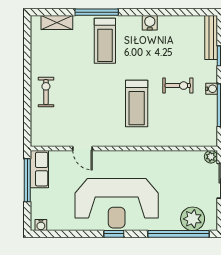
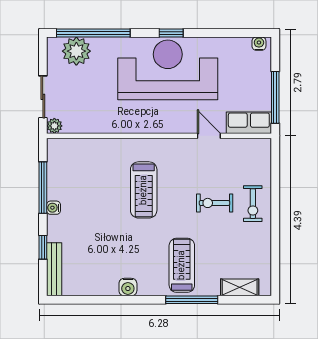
exercise bike: (178, 86) -> (215, 203), moved
treadmill: (137, 103) -> (144, 190), turned 180
row of seats: (39, 169) -> (249, 123), moved, turned 90

